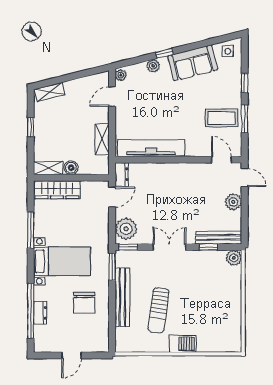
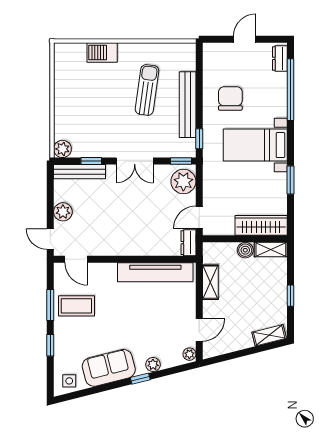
window: (31, 230) -> (290, 180), width x0.69
window: (112, 267) -> (199, 139), width x0.67
dresser: (40, 313) -> (280, 58), moved
barbecue: (183, 344) -> (102, 52), moved

